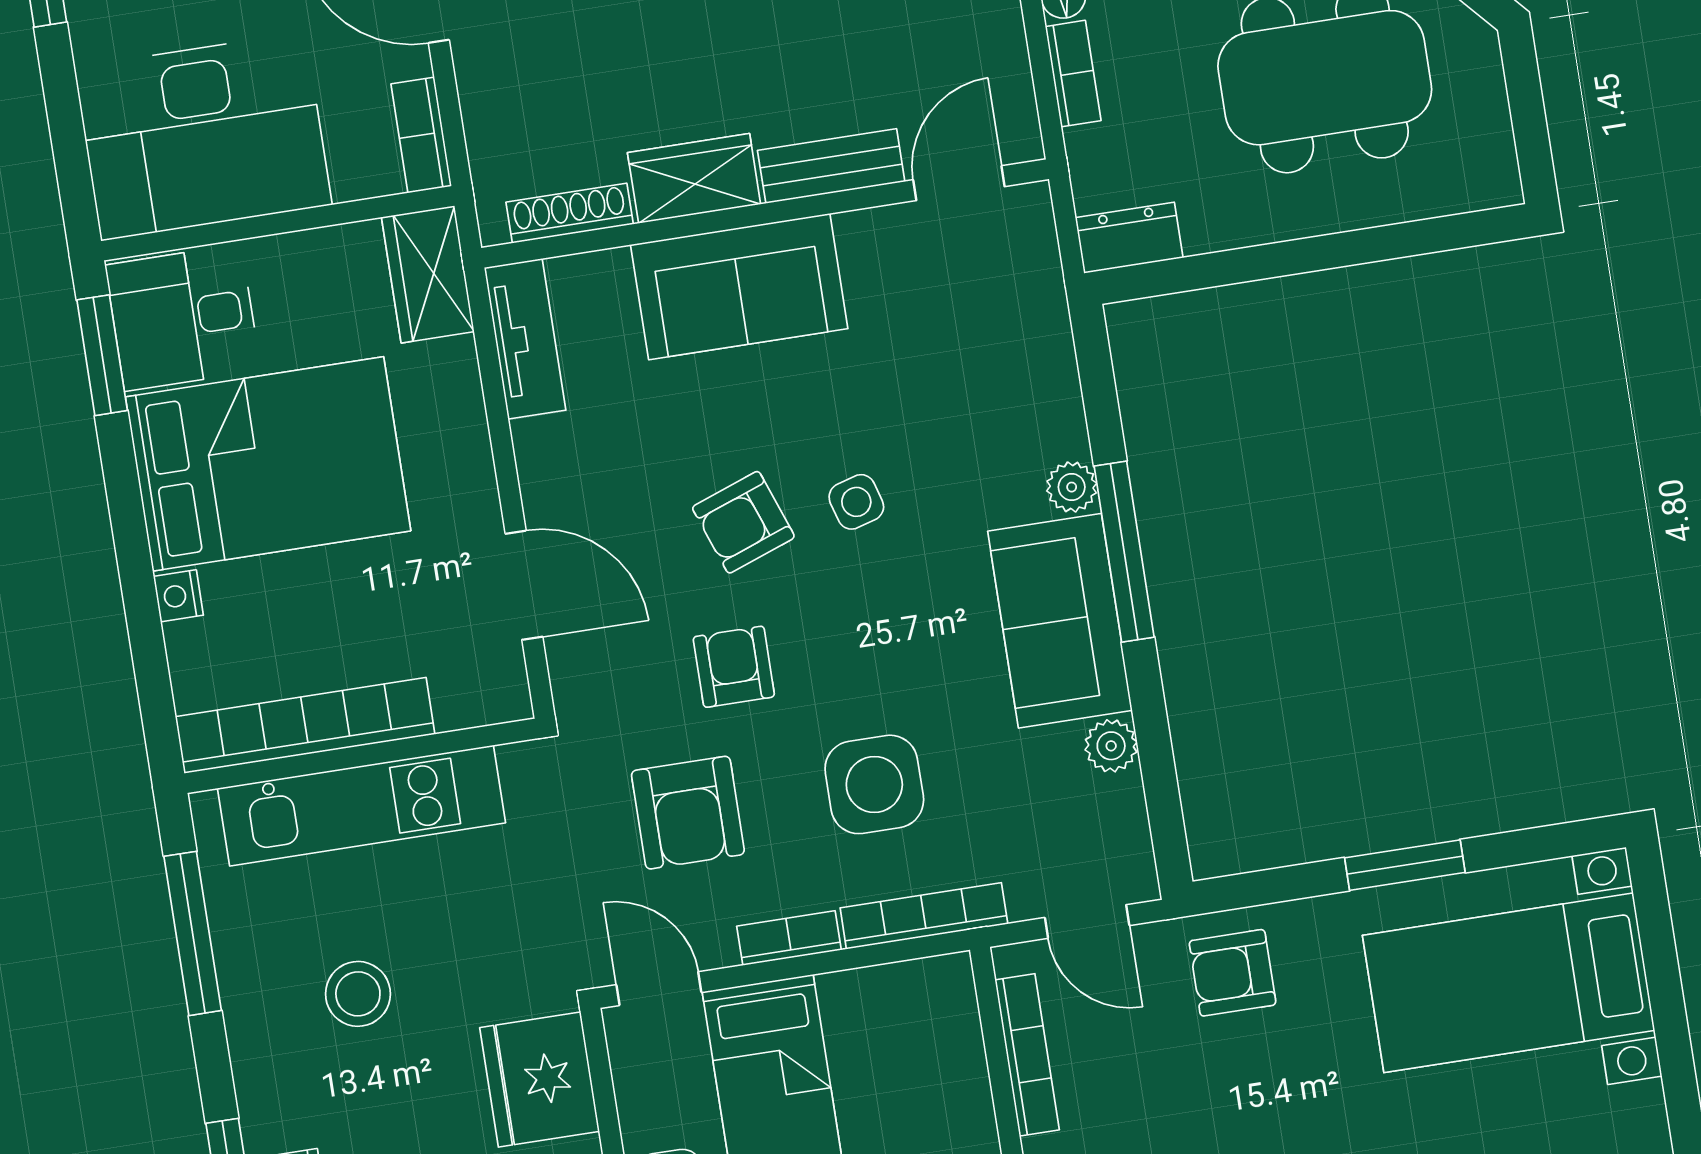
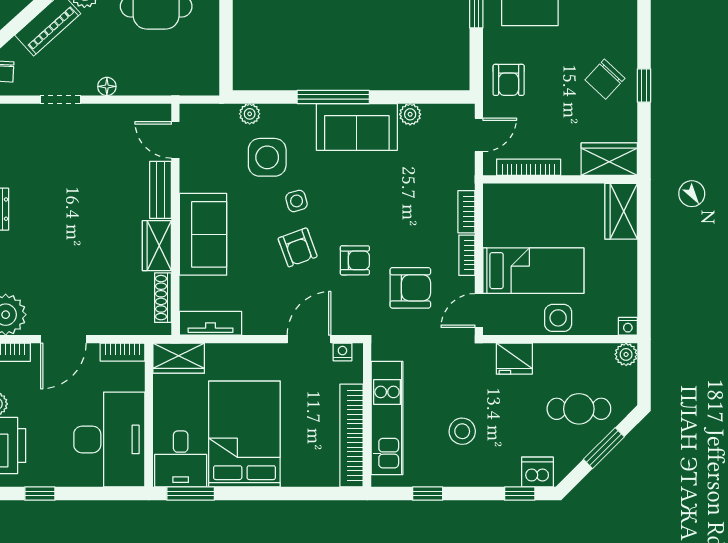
bookcase: (1073, 74) -> (139, 87), removed
dresser: (1129, 238) -> (208, 75), removed
plant: (1072, 487) -> (250, 114), moved
nightstand: (178, 596) -> (342, 352), moved, turned 180
armchair: (734, 667) -> (355, 260), turned 180
side table: (874, 784) -> (267, 157), moved
bookcase: (924, 916) -> (466, 212), width x0.64
window: (193, 933) -> (428, 494), width x0.46
fridge: (540, 1079) -> (514, 359), width x0.73, depth x0.75

